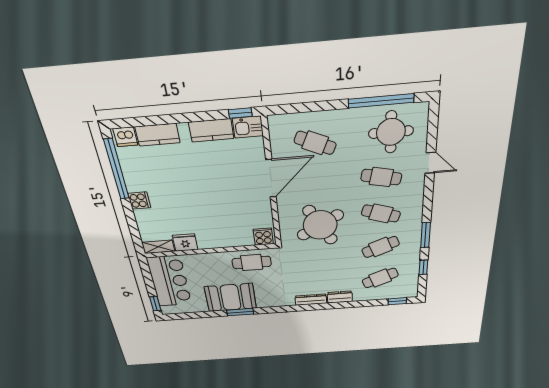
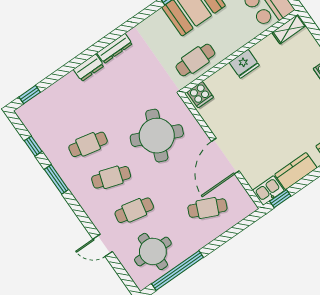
round table: (320, 225) -> (157, 136), turned -37
fridge: (185, 243) -> (244, 64), moved
cafe table: (381, 247) -> (88, 144), turned 33
cafe table: (380, 278) -> (65, 111), removed

